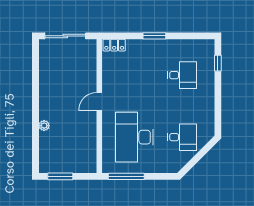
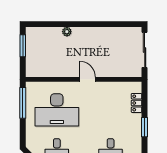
locker: (114, 45) -> (137, 103), moved
desk: (134, 137) -> (57, 110), turned 180

